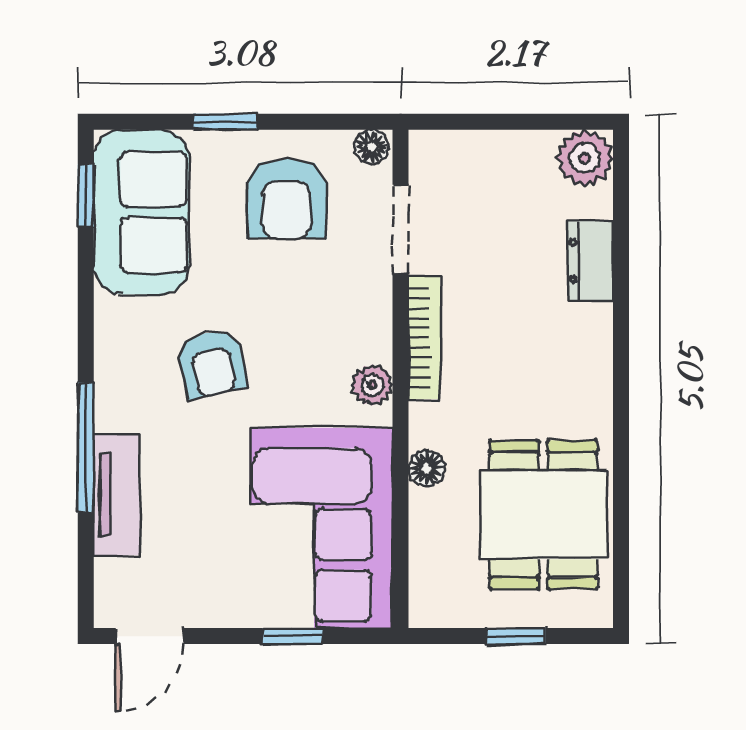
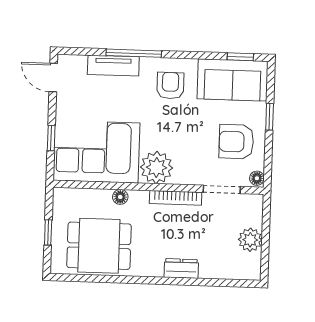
plant: (585, 158) -> (250, 240), moved
dresser: (591, 261) -> (181, 268), moved
armchair: (212, 363) -> (170, 86), moved, turned 102
plant: (372, 385) -> (156, 168), width x1.88, depth x1.88

